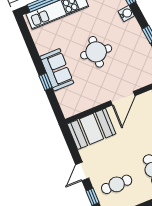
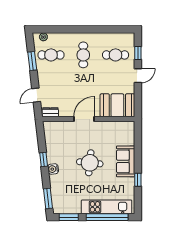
water cooler: (126, 14) -> (53, 169), moved
window: (46, 82) -> (138, 180), moved

